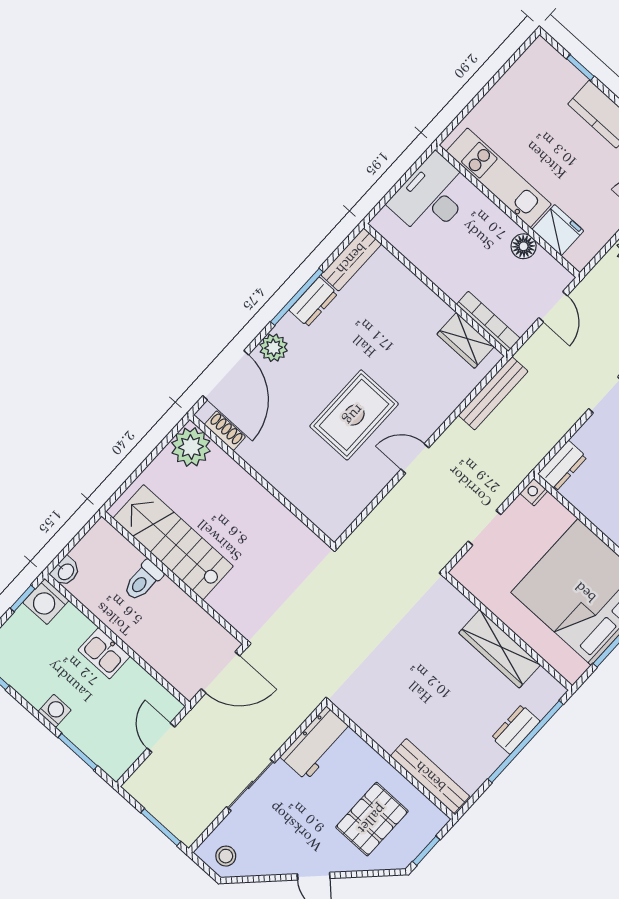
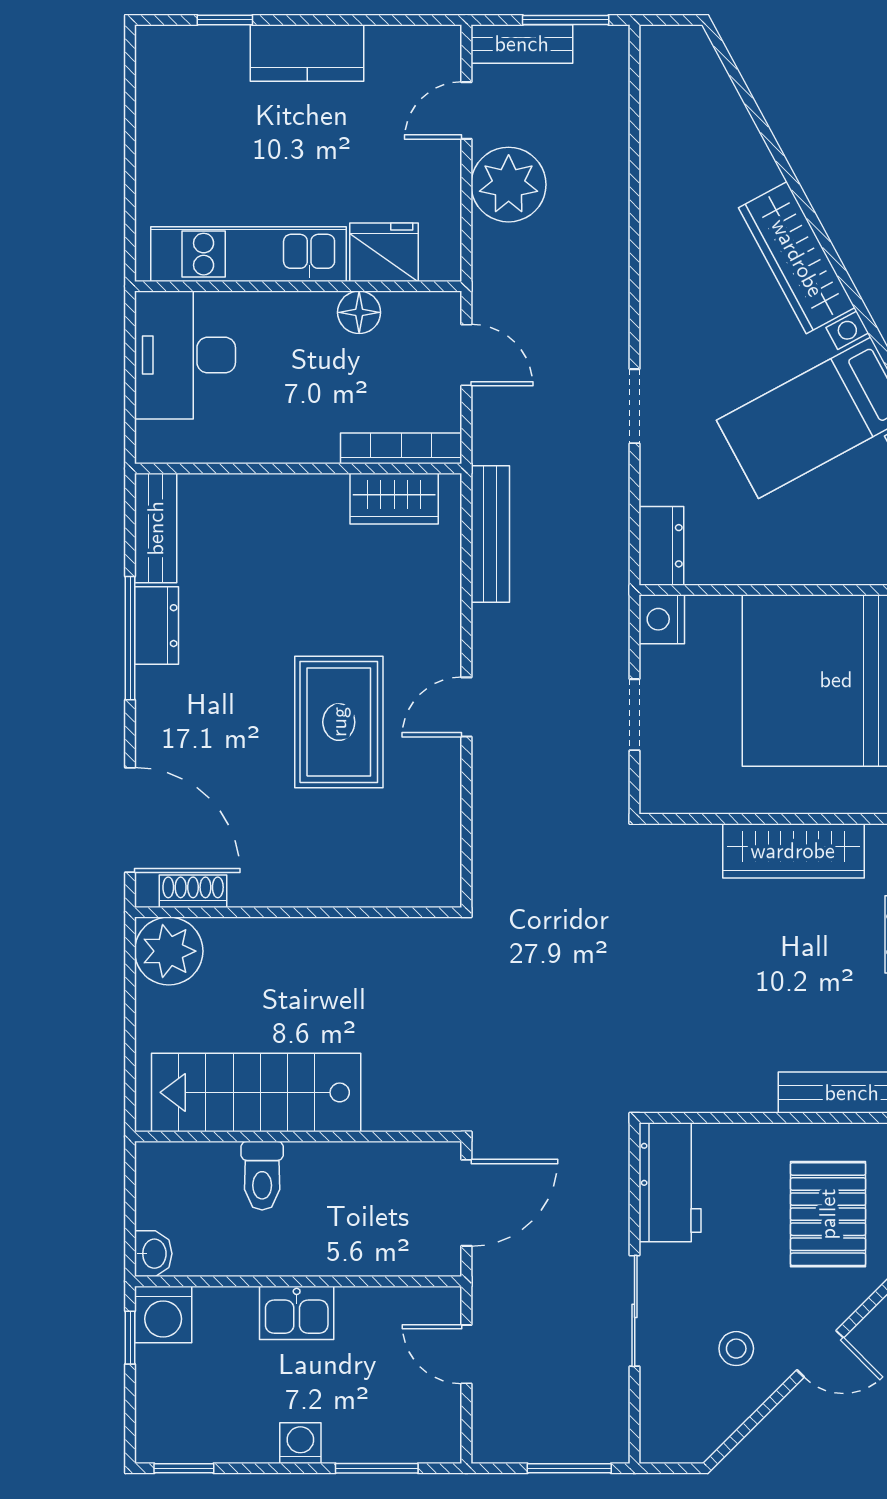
plant: (274, 348) -> (159, 730), removed
nightstand: (534, 492) -> (662, 619), width x1.39, depth x1.35
stool: (226, 856) -> (736, 1349), moved

